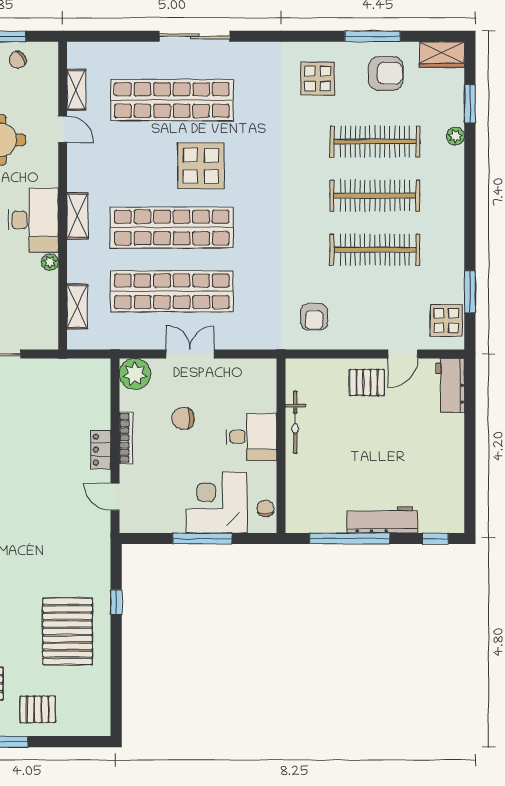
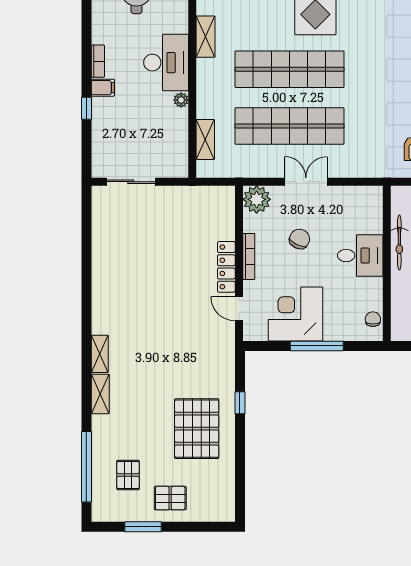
shelving: (77, 216) -> (206, 37), moved
chair: (183, 418) -> (300, 239), turned 115
locker: (101, 450) -> (226, 267), width x1.53
corner desk: (217, 503) -> (296, 314), moved

